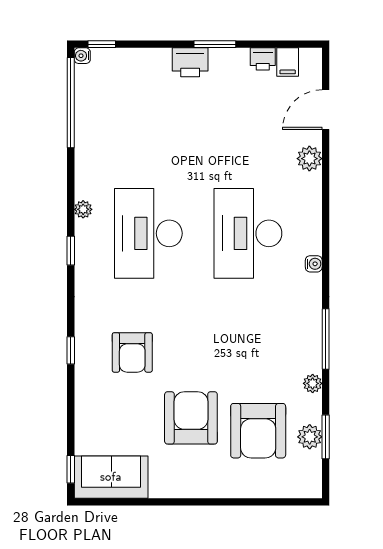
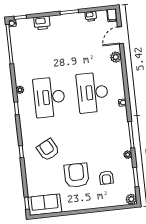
printer: (190, 62) -> (42, 23), moved
filing cabinet: (288, 62) -> (112, 15), moved
armchair: (132, 352) -> (48, 150), turned 152
armchair: (258, 431) -> (106, 178), width x0.53, depth x0.53
plant: (310, 437) -> (131, 199), moved

